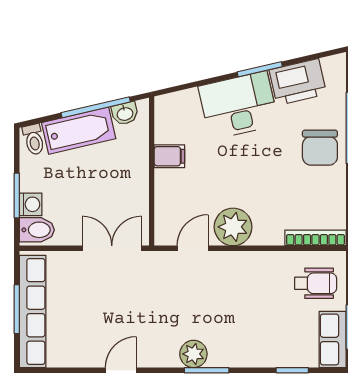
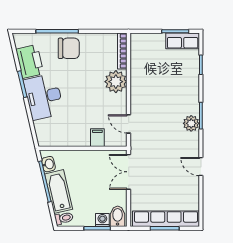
filing cabinet: (169, 156) -> (97, 138), moved
plant: (233, 227) -> (116, 82), moved
wheelchair: (316, 283) -> (149, 51), removed

